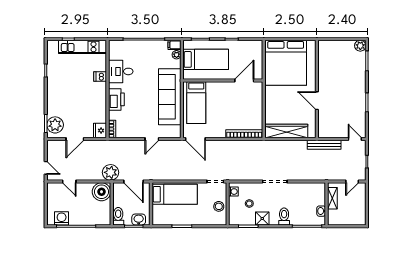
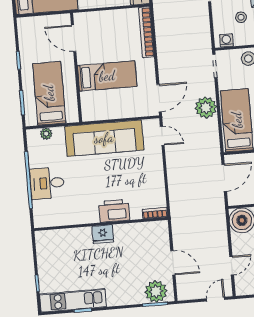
filing cabinet: (175, 45) -> (33, 138), removed
kitchen unit: (83, 47) -> (73, 300), moved, turned -90
desk: (121, 71) -> (47, 183), moved, turned 90
dishwasher: (100, 77) -> (85, 235), removed
bed: (196, 103) -> (107, 76), moved
fridge: (100, 131) -> (103, 234), moved
door: (152, 139) -> (162, 136), moved
plant: (111, 172) -> (206, 107), moved

